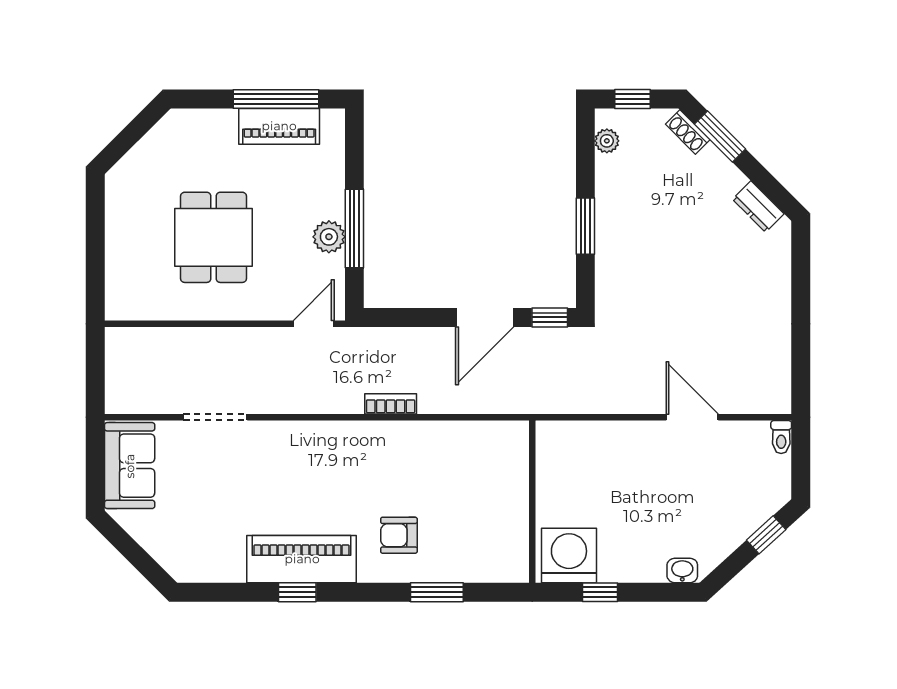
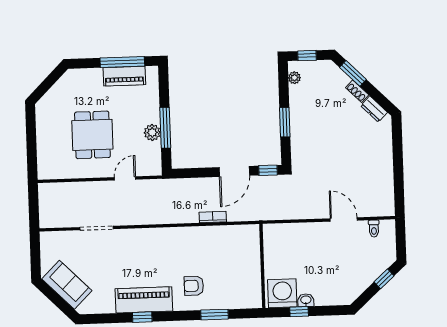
shoe rack: (688, 132) -> (357, 91), moved
door: (314, 324) -> (125, 178), moved
bookcase: (391, 404) -> (213, 217), moved
toilet: (781, 437) -> (374, 229), moved
sofa: (130, 466) -> (67, 285), moved, turned -45
washbasin: (682, 570) -> (306, 300), moved

